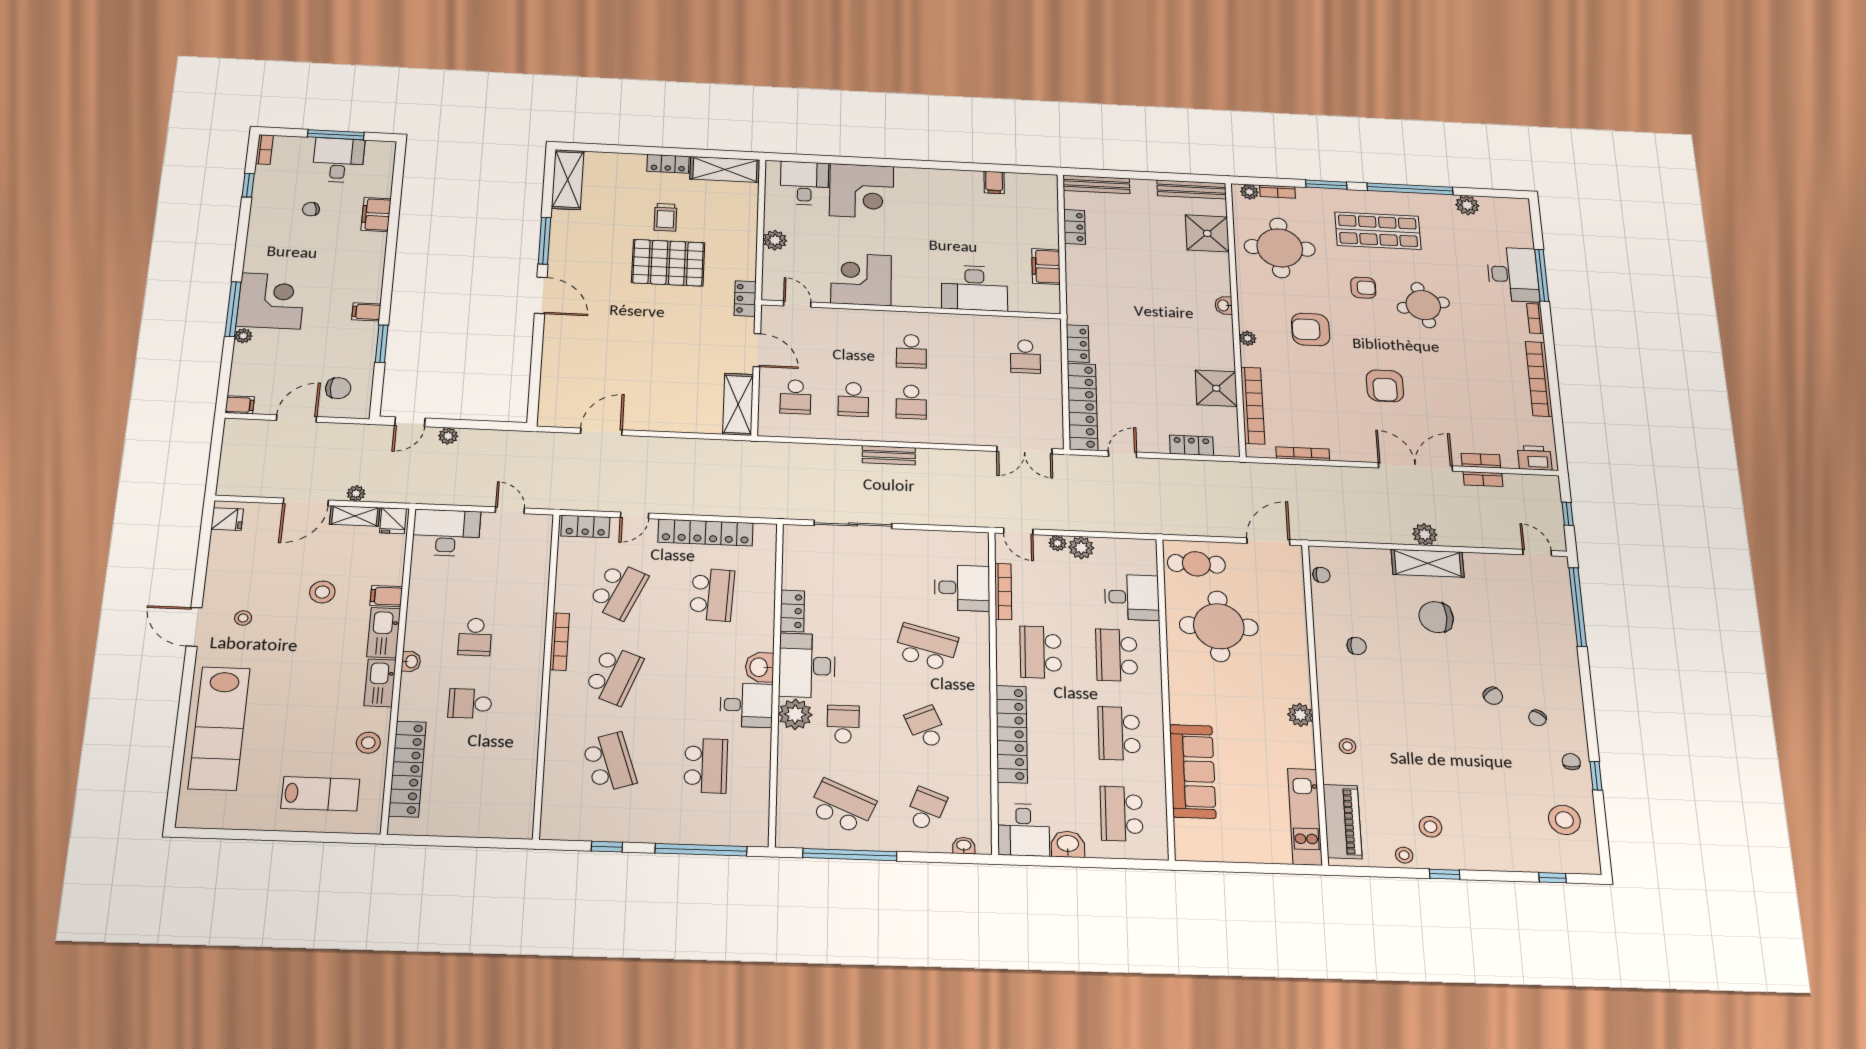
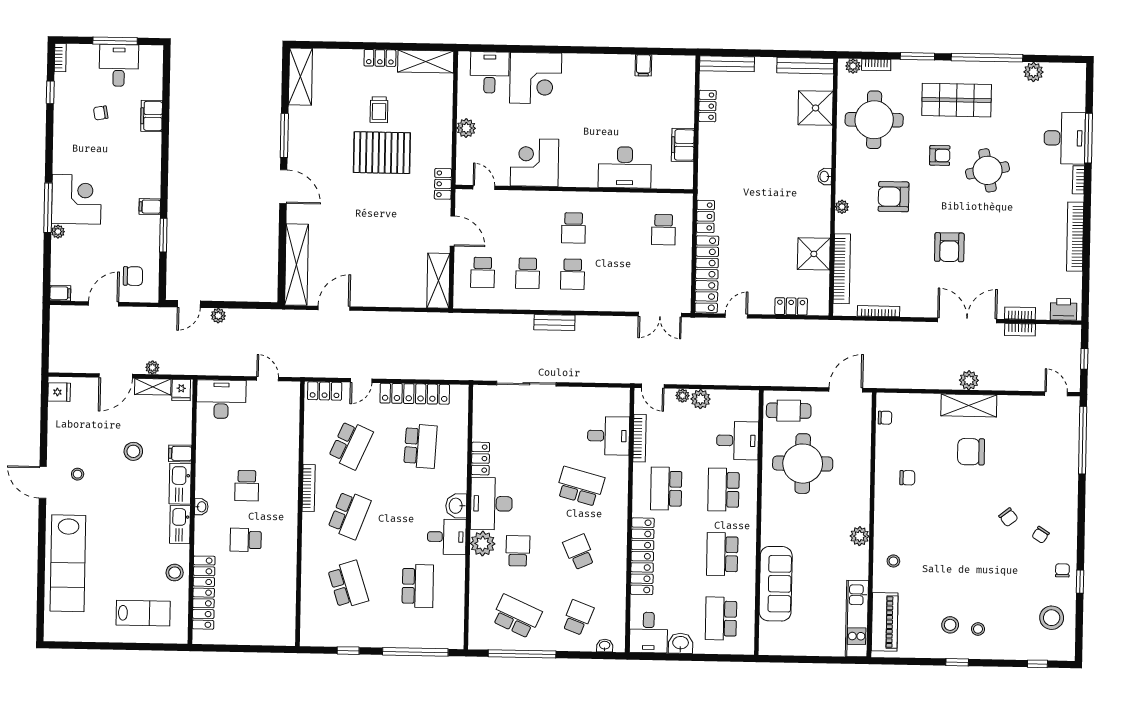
shelving: (554, 381) -> (296, 265), added
stool: (1404, 855) -> (978, 629), moved

